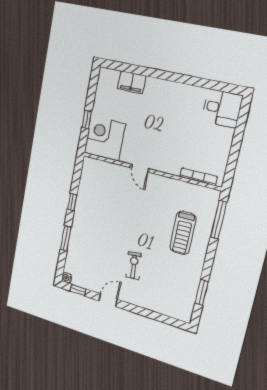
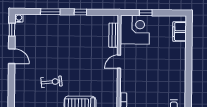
filing cabinet: (132, 82) -> (180, 32), moved
bench: (106, 167) -> (114, 35), added
exercise bike: (134, 266) -> (52, 82), moved

